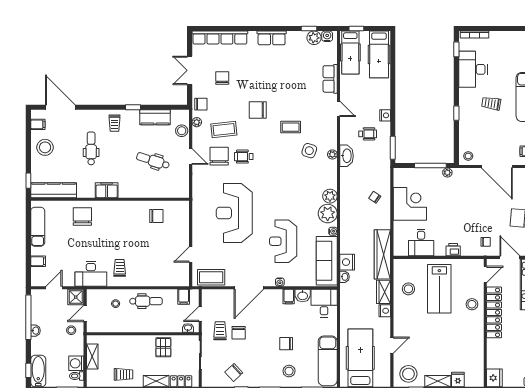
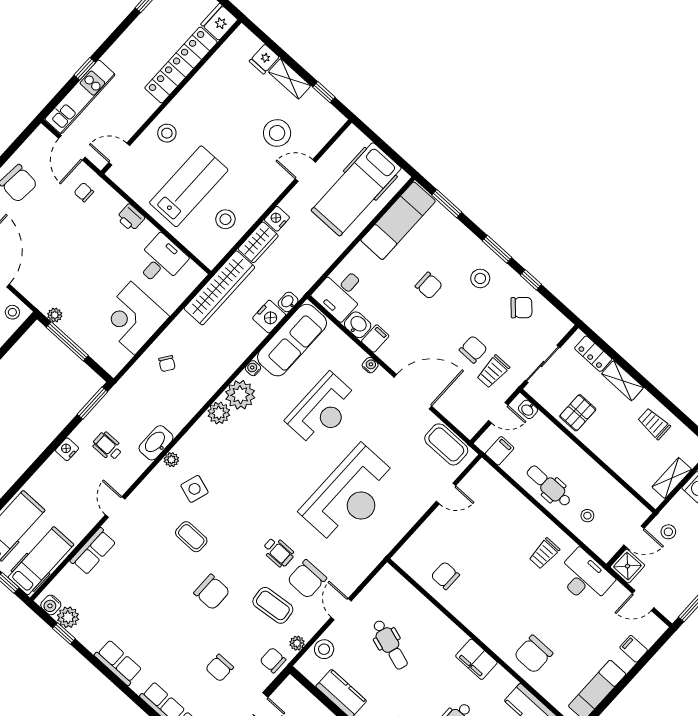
locker: (494, 312) -> (181, 65), moved
stool: (289, 371) -> (480, 278), moved
stool: (408, 374) -> (277, 133), moved

